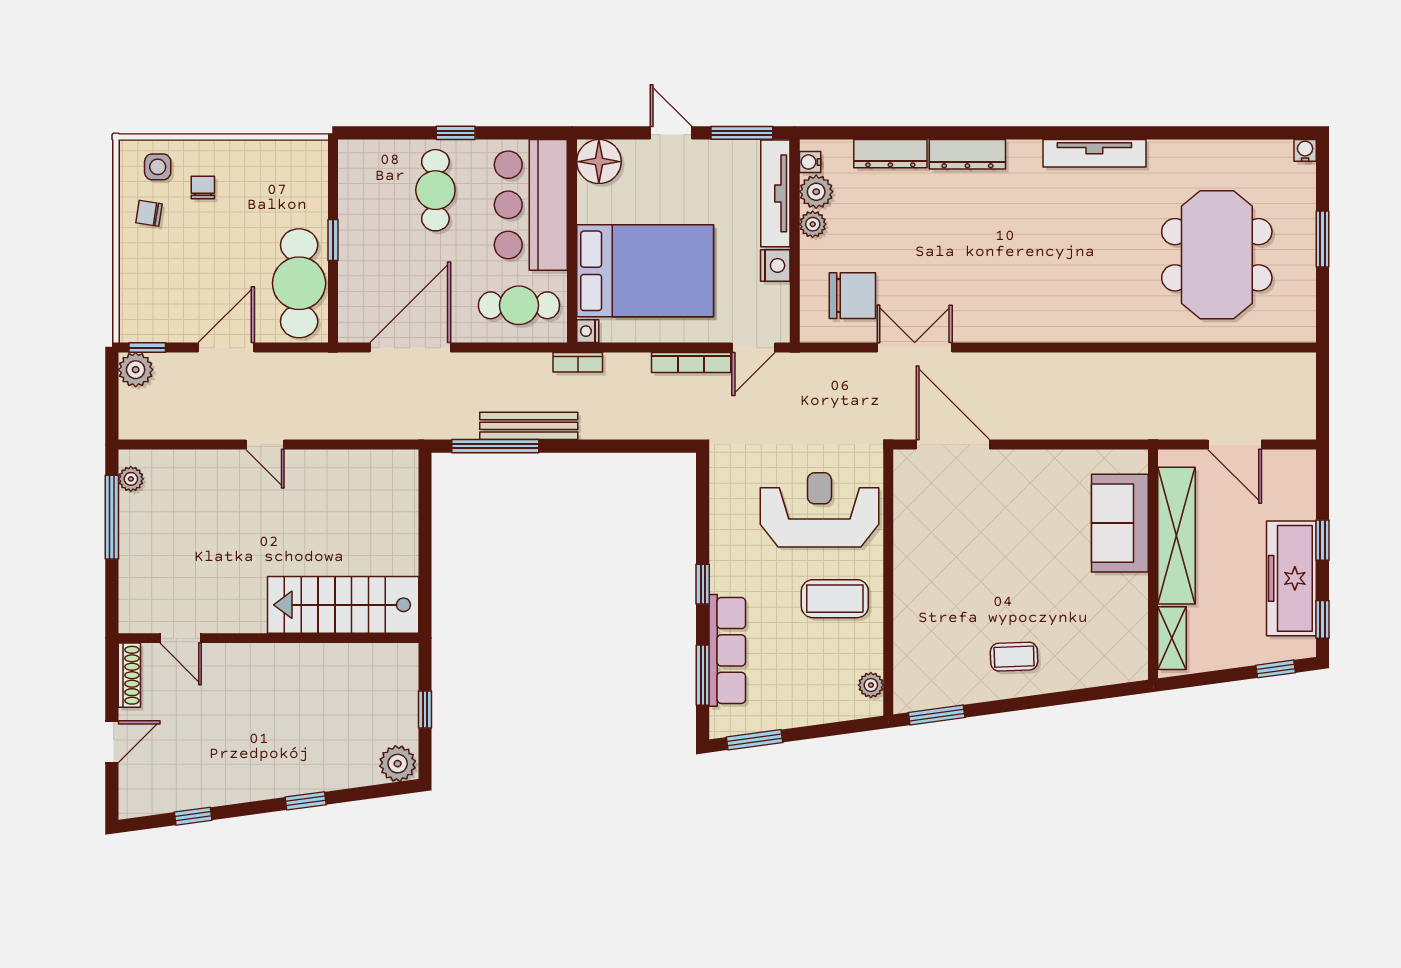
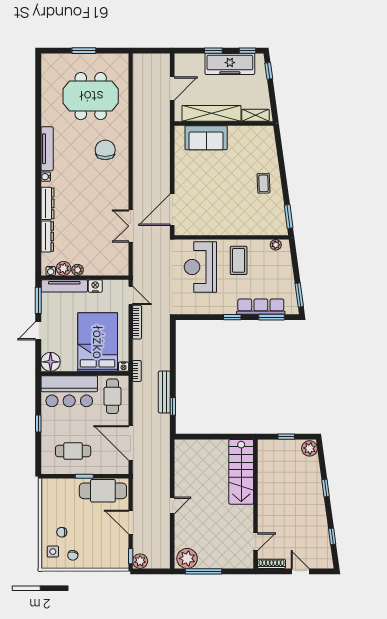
water cooler: (1305, 150) -> (46, 177), moved
cafe table: (435, 190) -> (73, 451), moved
chair: (852, 296) -> (105, 150), moved
window: (495, 446) -> (173, 406), width x0.46
plant: (131, 479) -> (187, 558), width x1.88, depth x1.88

